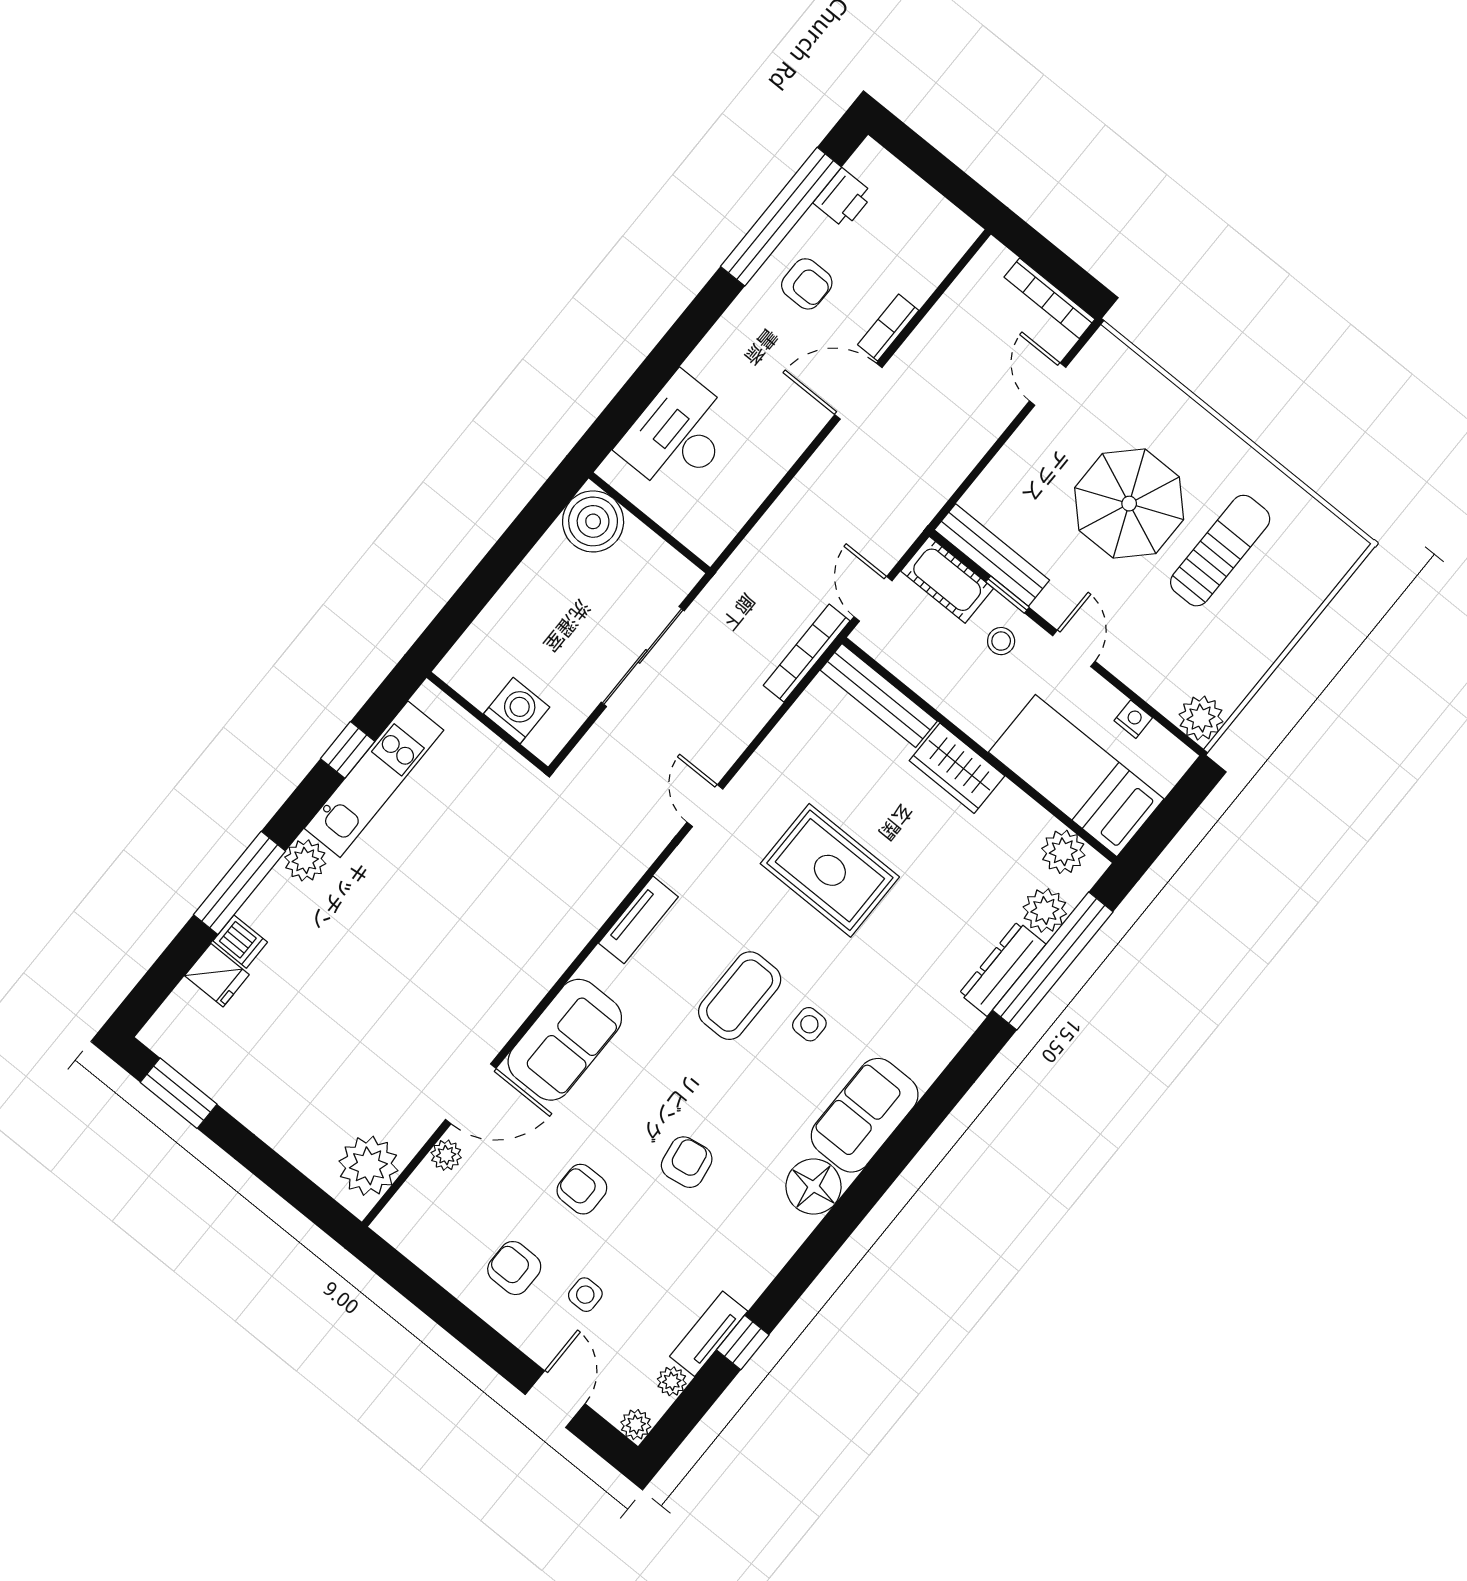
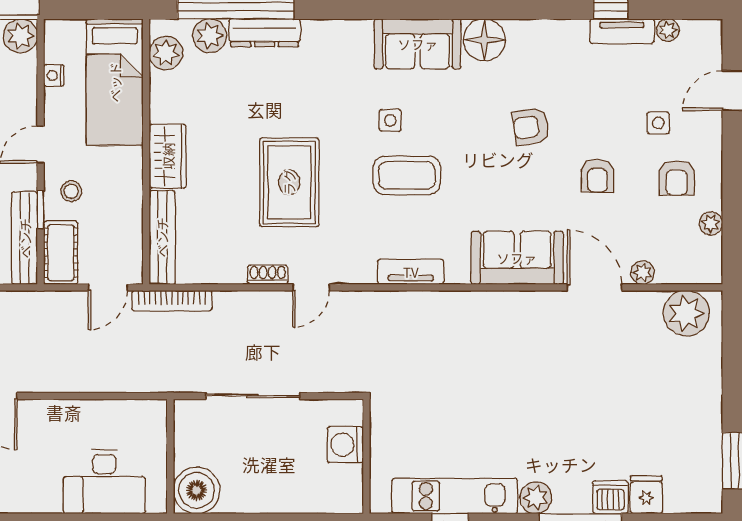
shoe rack: (754, 772) -> (268, 275), added
dishwasher: (240, 942) -> (610, 497), width x1.38
plant: (636, 1425) -> (711, 223), moved

